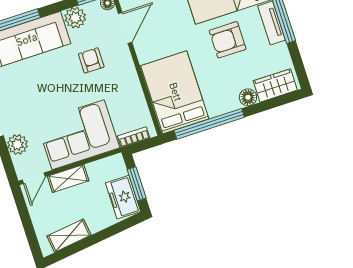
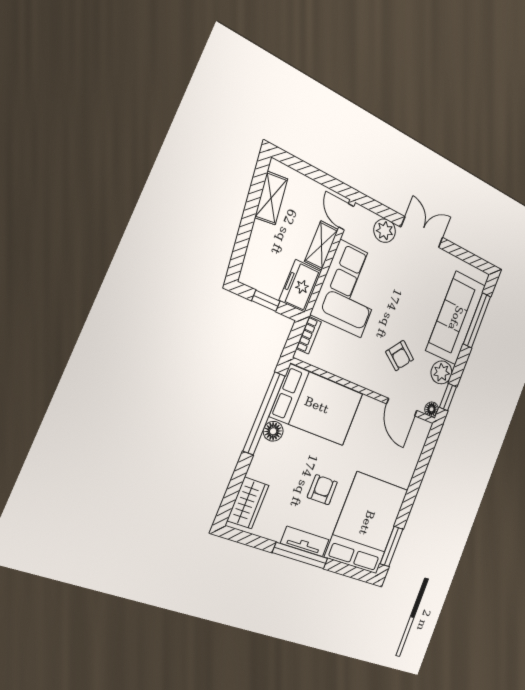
armchair: (228, 40) -> (322, 490), width x0.72, depth x0.72
armchair: (91, 60) -> (400, 356), turned 37
floor lamp: (248, 97) -> (273, 431), moved
window: (137, 184) -> (266, 301), width x0.67
freezer: (123, 197) -> (300, 286), moved, turned -90

